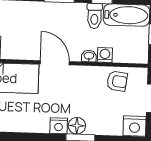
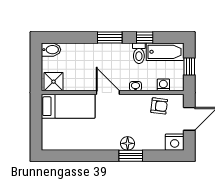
washing machine: (105, 55) -> (163, 85), moved
nightstand: (59, 126) -> (113, 144), removed

